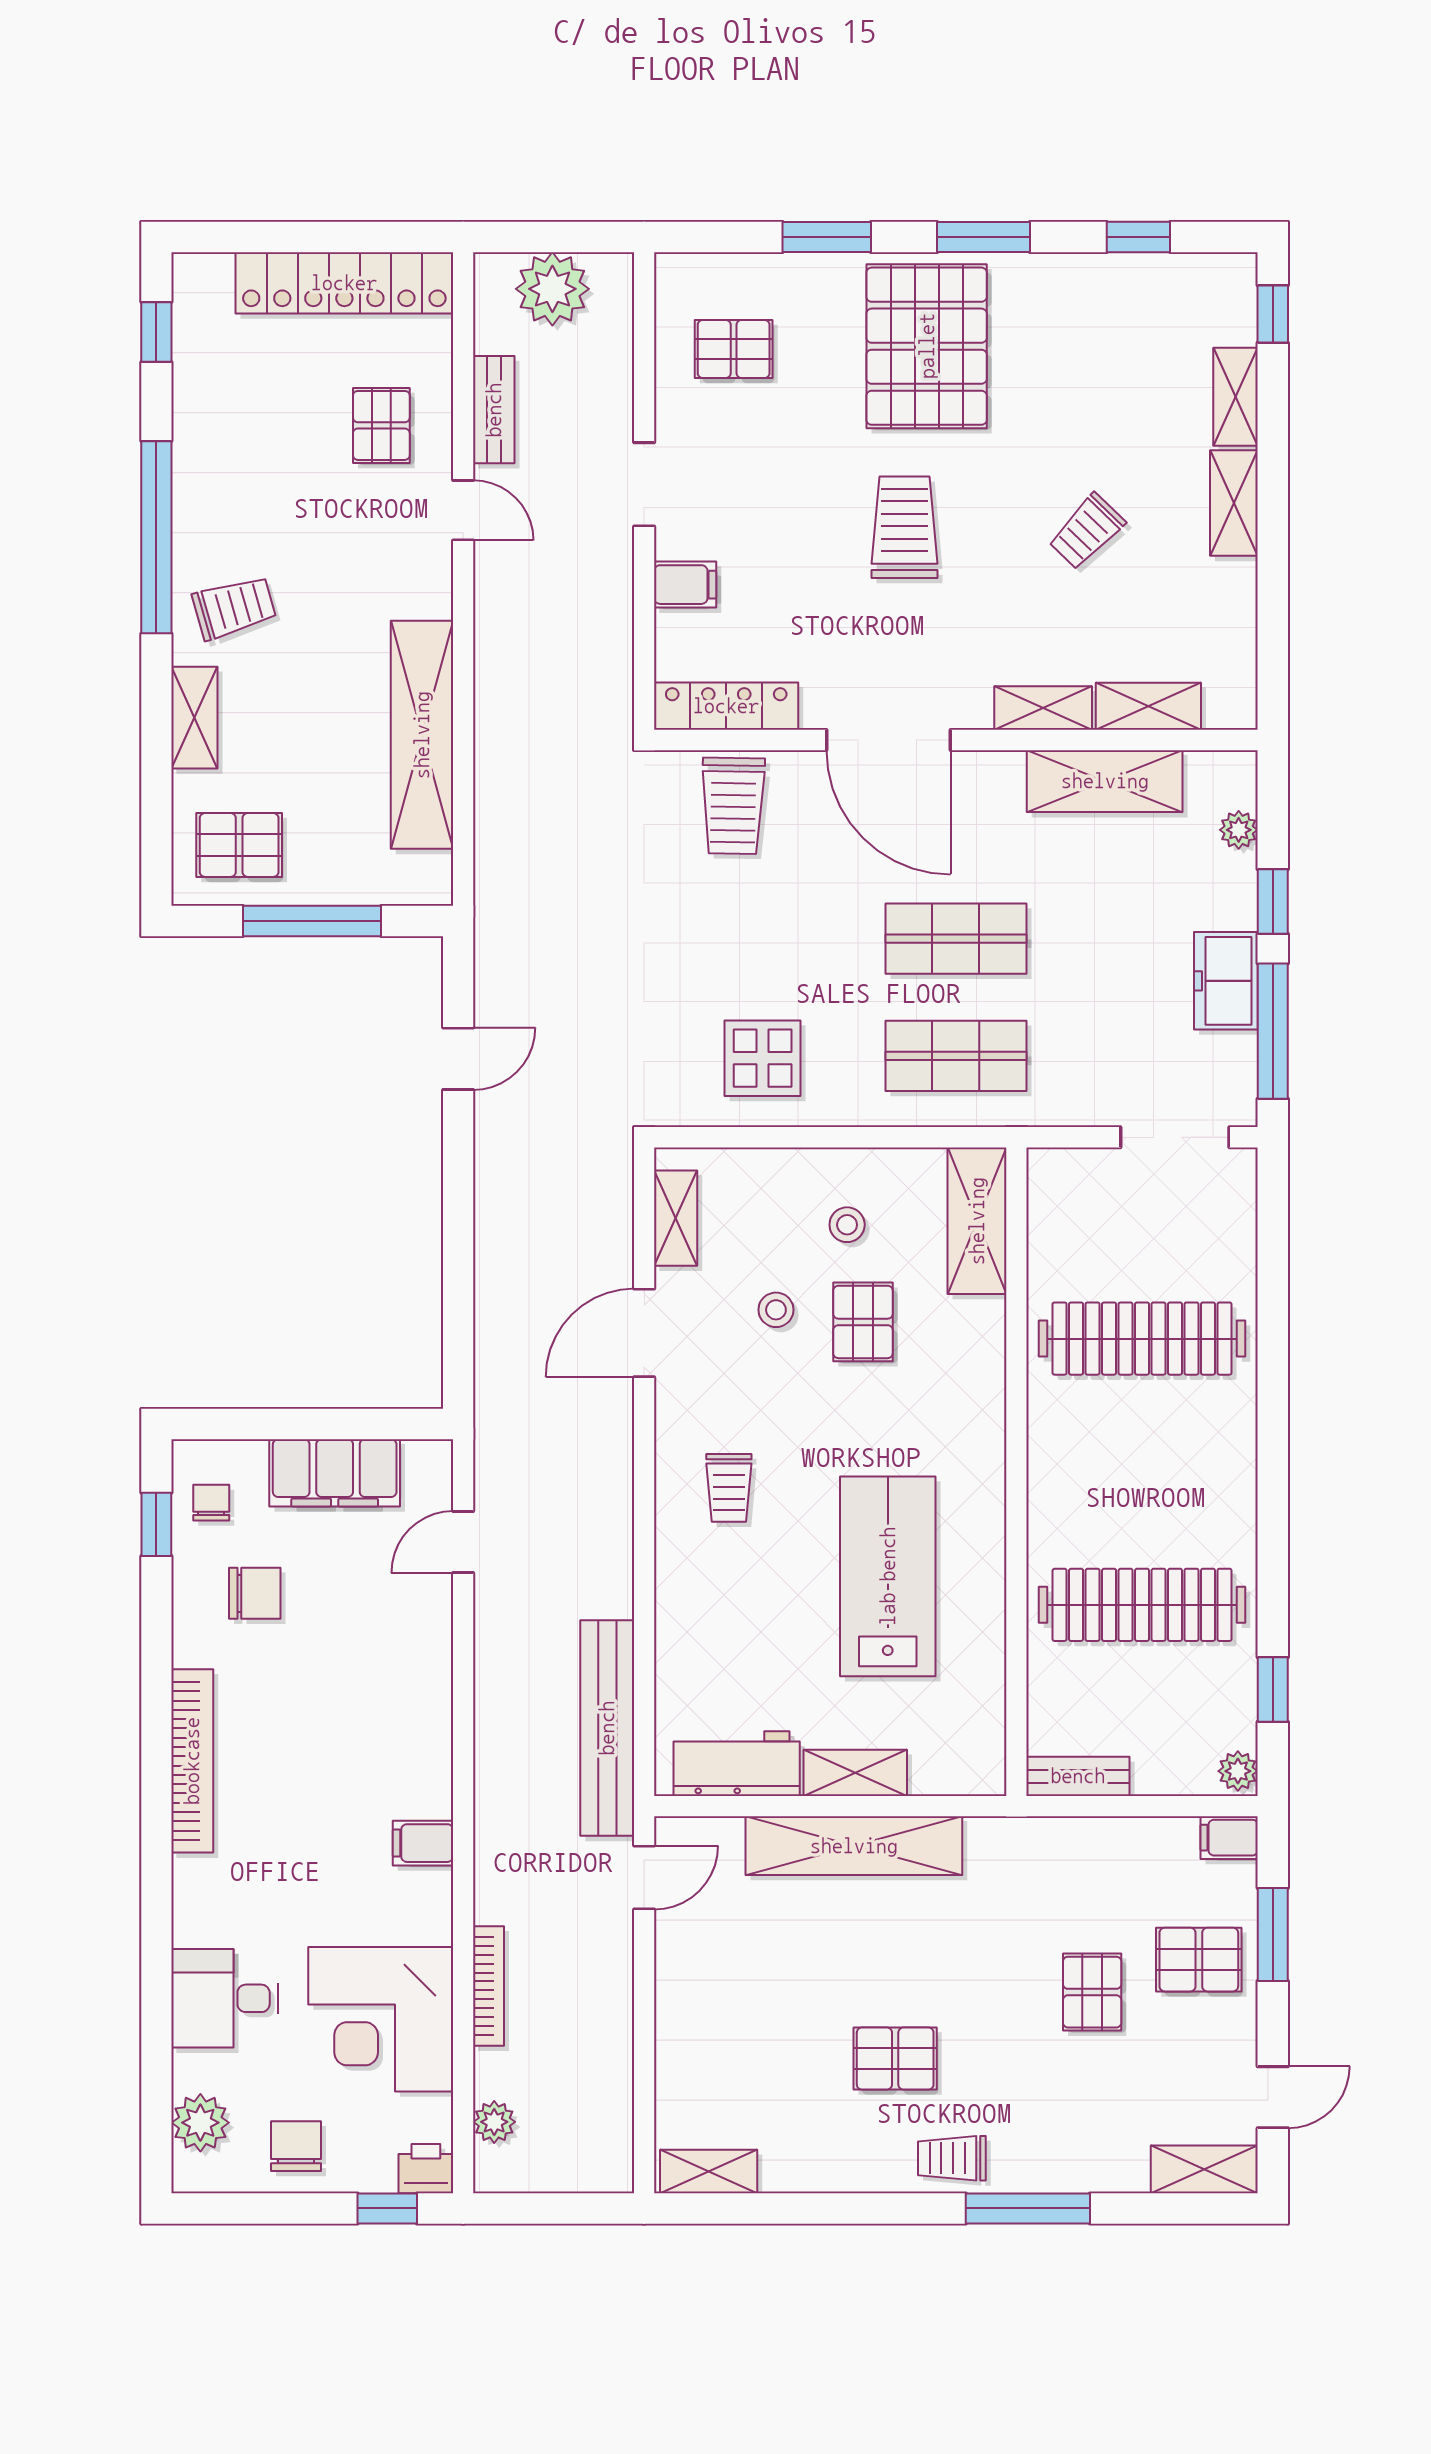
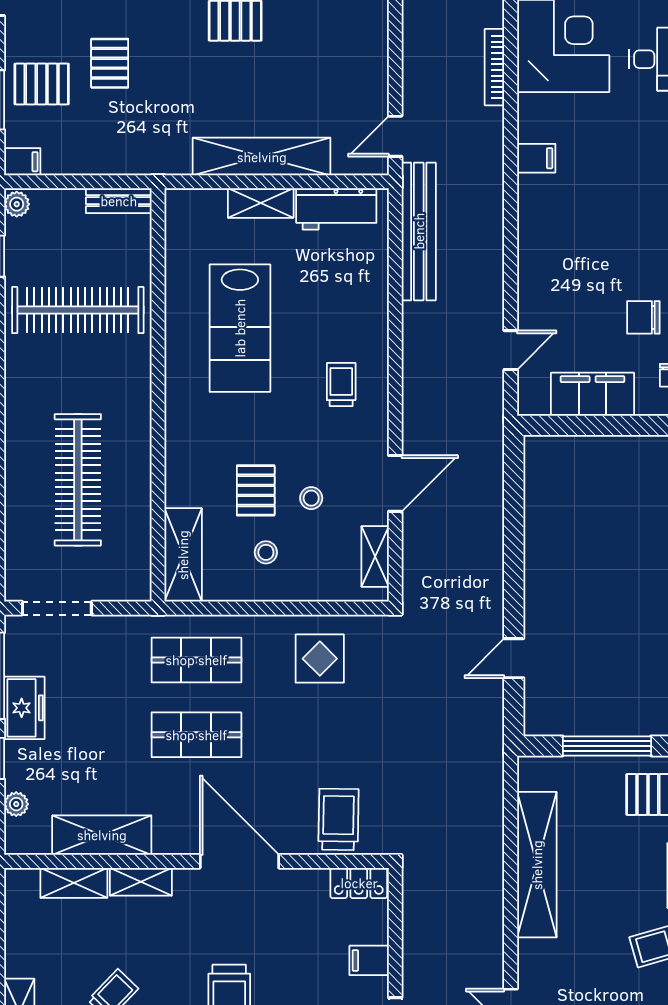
locker: (726, 706) -> (359, 883), width x0.66
clothes rail: (1142, 1339) -> (78, 480), turned 90

